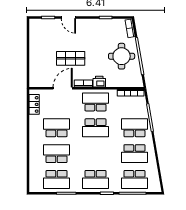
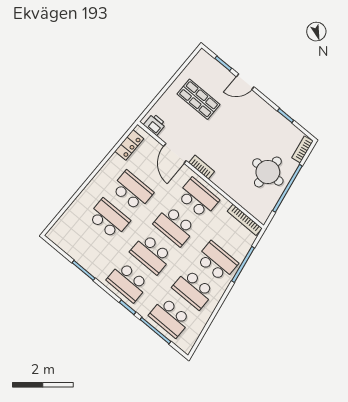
door: (68, 18) -> (245, 82), hinge flipped
shop shelf: (71, 58) -> (199, 99), moved
printer: (99, 82) -> (155, 124), moved
door: (63, 88) -> (175, 153), swing flipped
school desk: (56, 179) -> (151, 254), moved

